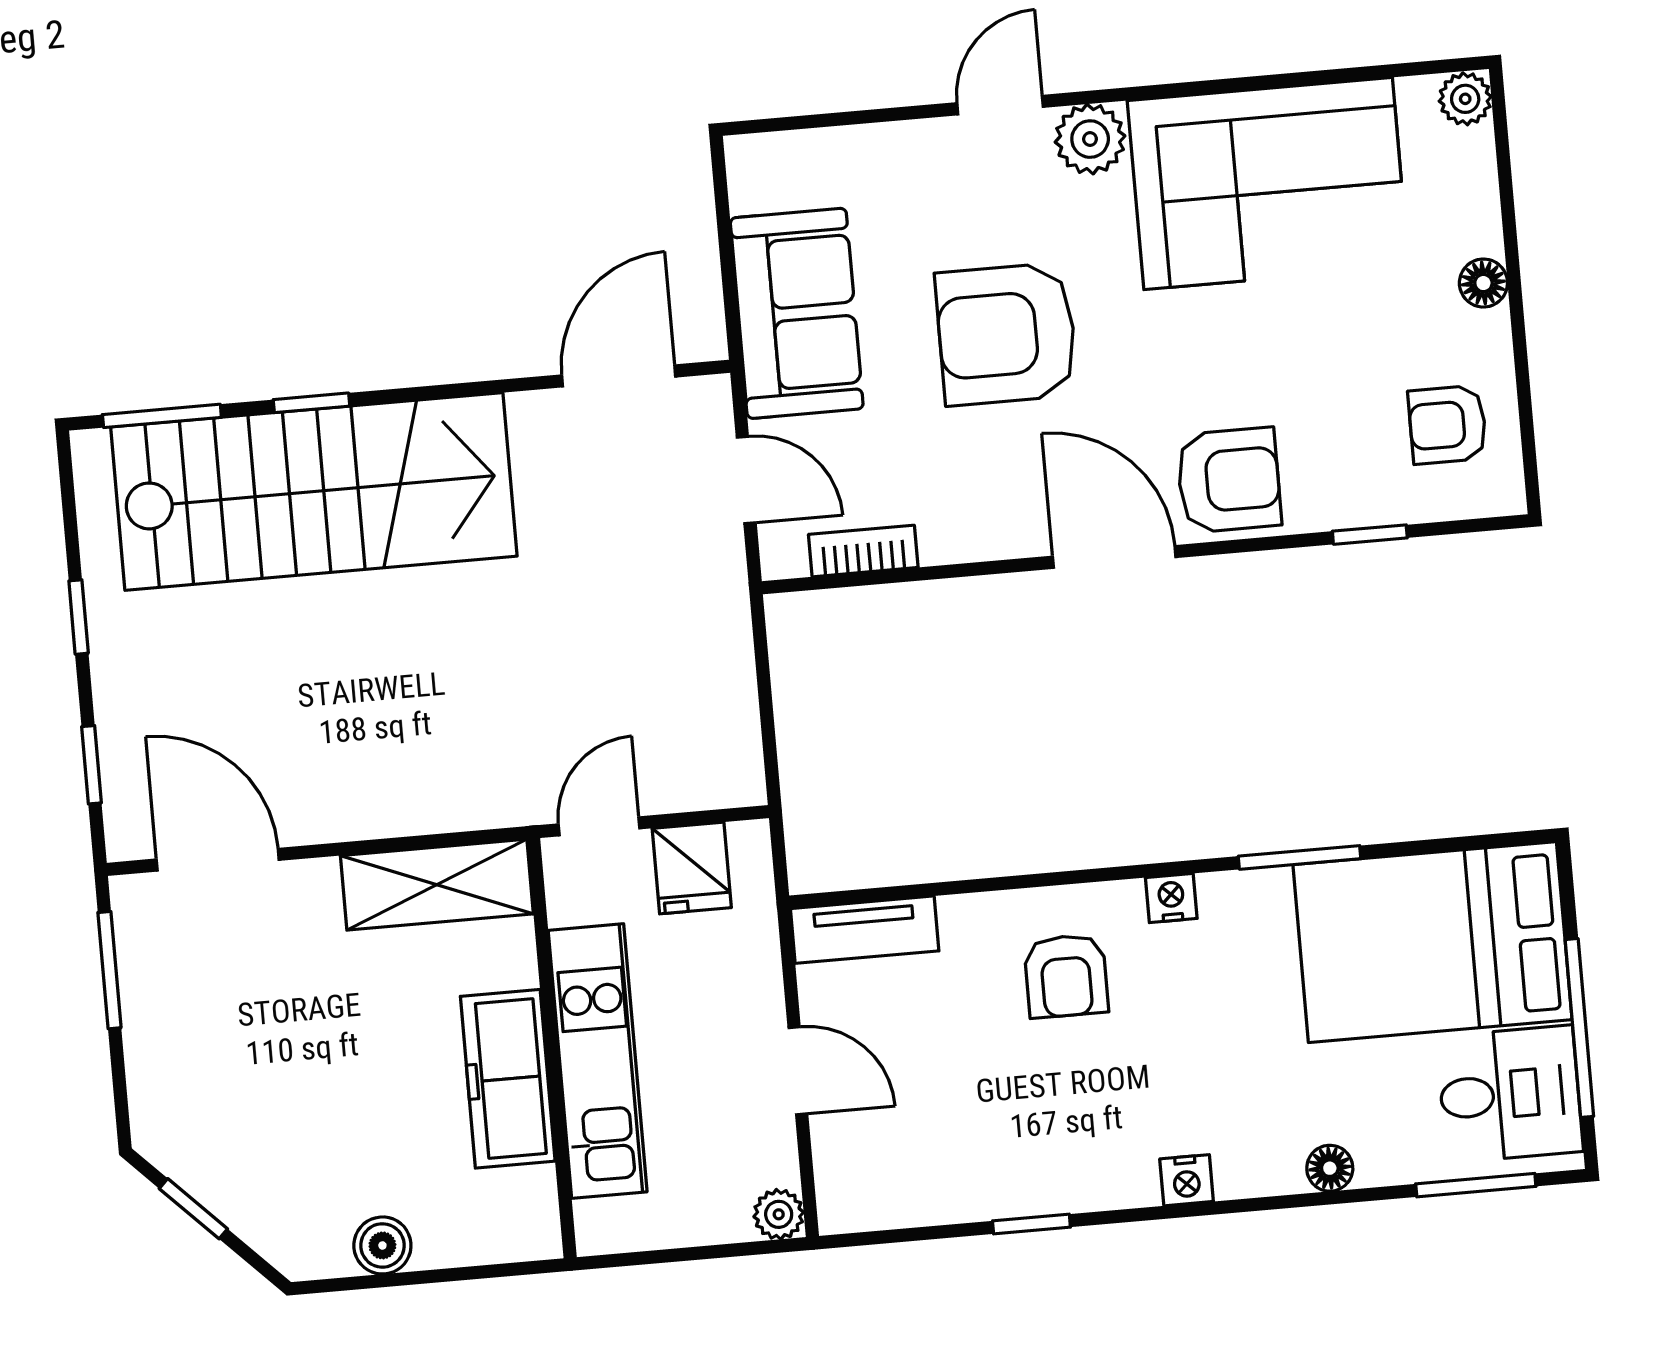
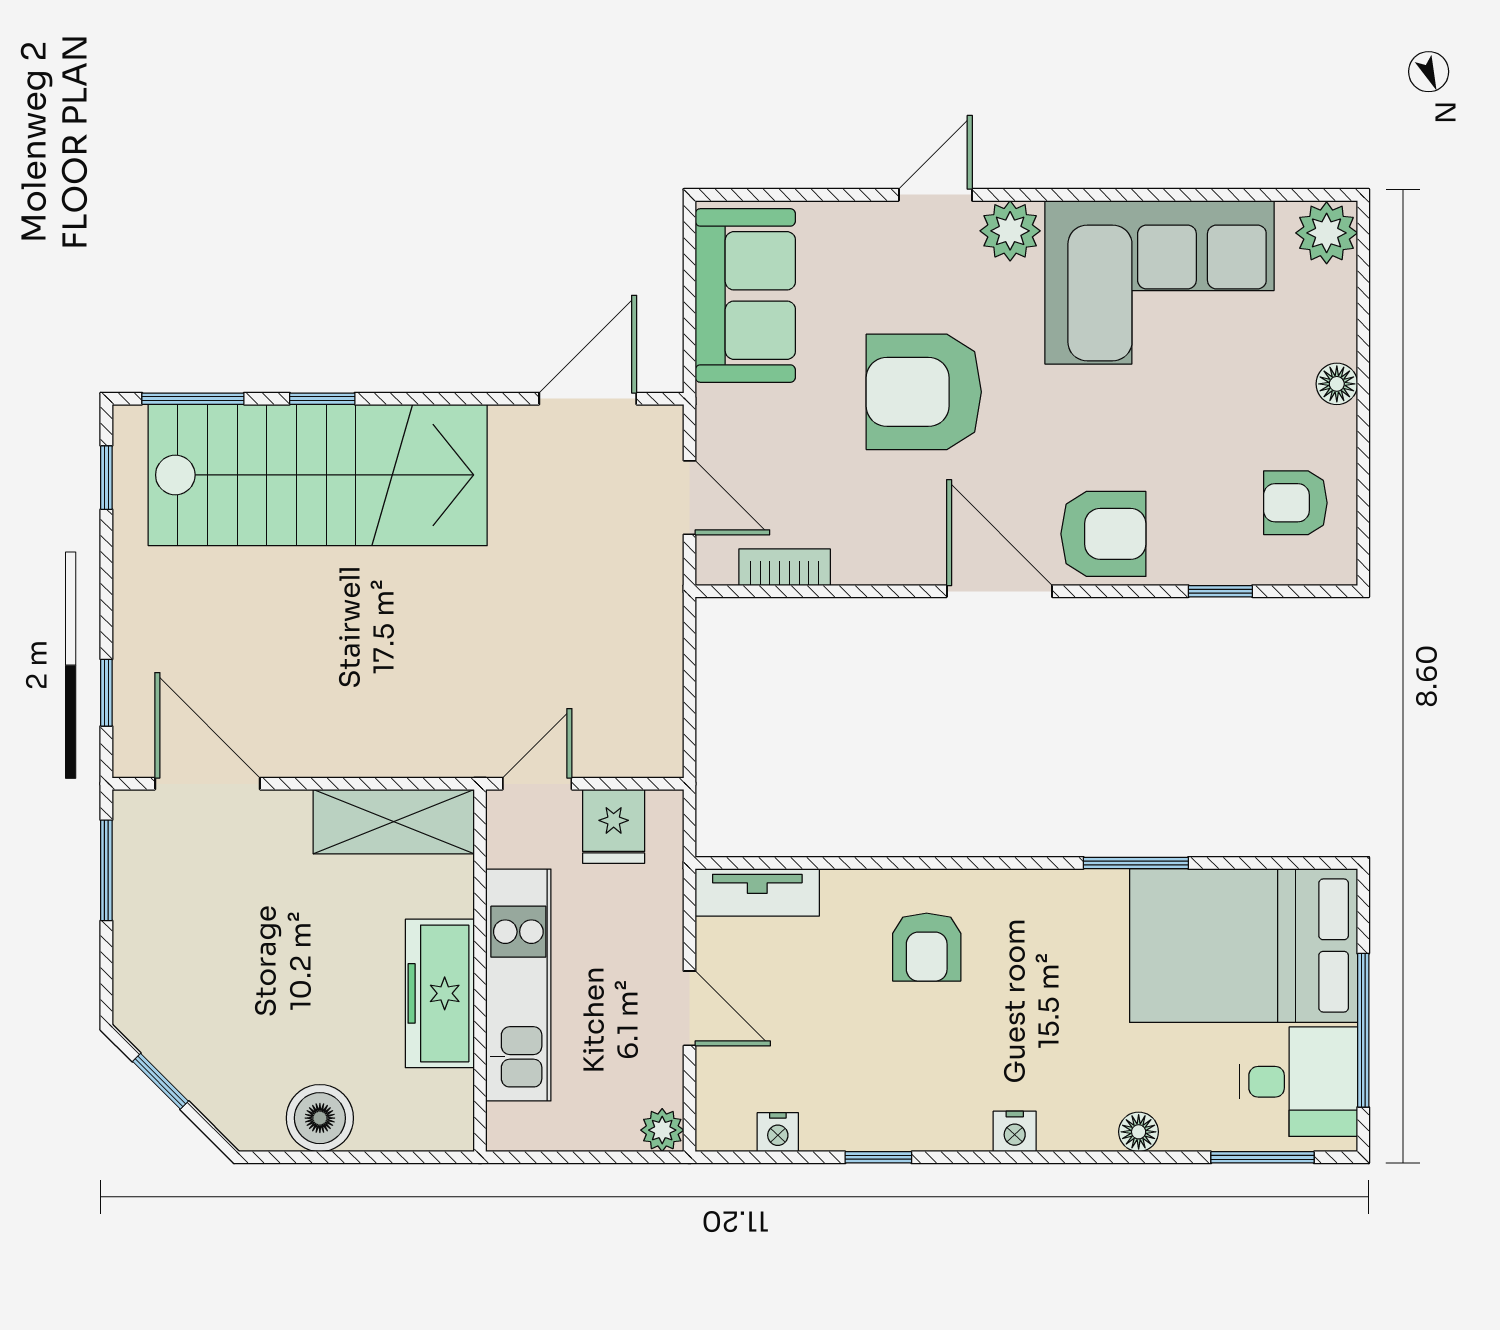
plant: (1465, 99) -> (1327, 233), width x1.38, depth x1.38
sofa: (797, 313) -> (745, 295), moved
window: (79, 617) -> (106, 478), moved
nightstand: (1171, 898) -> (778, 1132), moved, turned 180
boiler: (382, 1245) -> (320, 1118), width x1.36, depth x1.36

